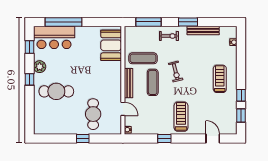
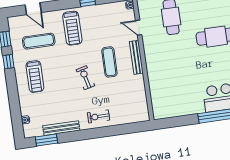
window: (149, 22) -> (124, 129), removed
window: (188, 22) -> (46, 140), moved
booth: (111, 45) -> (162, 97), removed
exercise mat: (143, 58) -> (39, 41), moved

